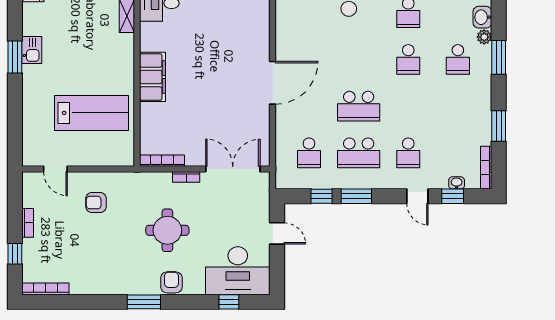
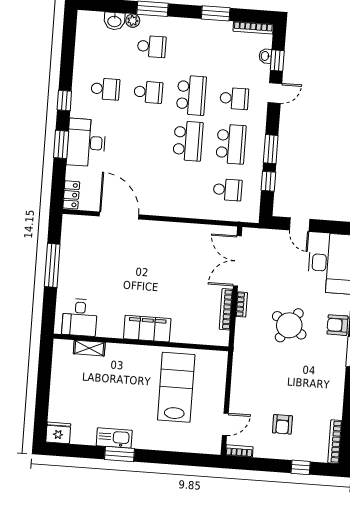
kitchen sink: (32, 50) -> (114, 438), width x1.38
door: (273, 83) -> (119, 215), moved
school desk: (408, 106) -> (191, 95), added
bookcase: (162, 161) -> (226, 309), moved
armchair: (96, 202) -> (282, 424), moved
bookcase: (28, 223) -> (239, 451), moved
round table: (167, 230) -> (289, 325), turned 33
door: (277, 233) -> (300, 225), swing flipped

